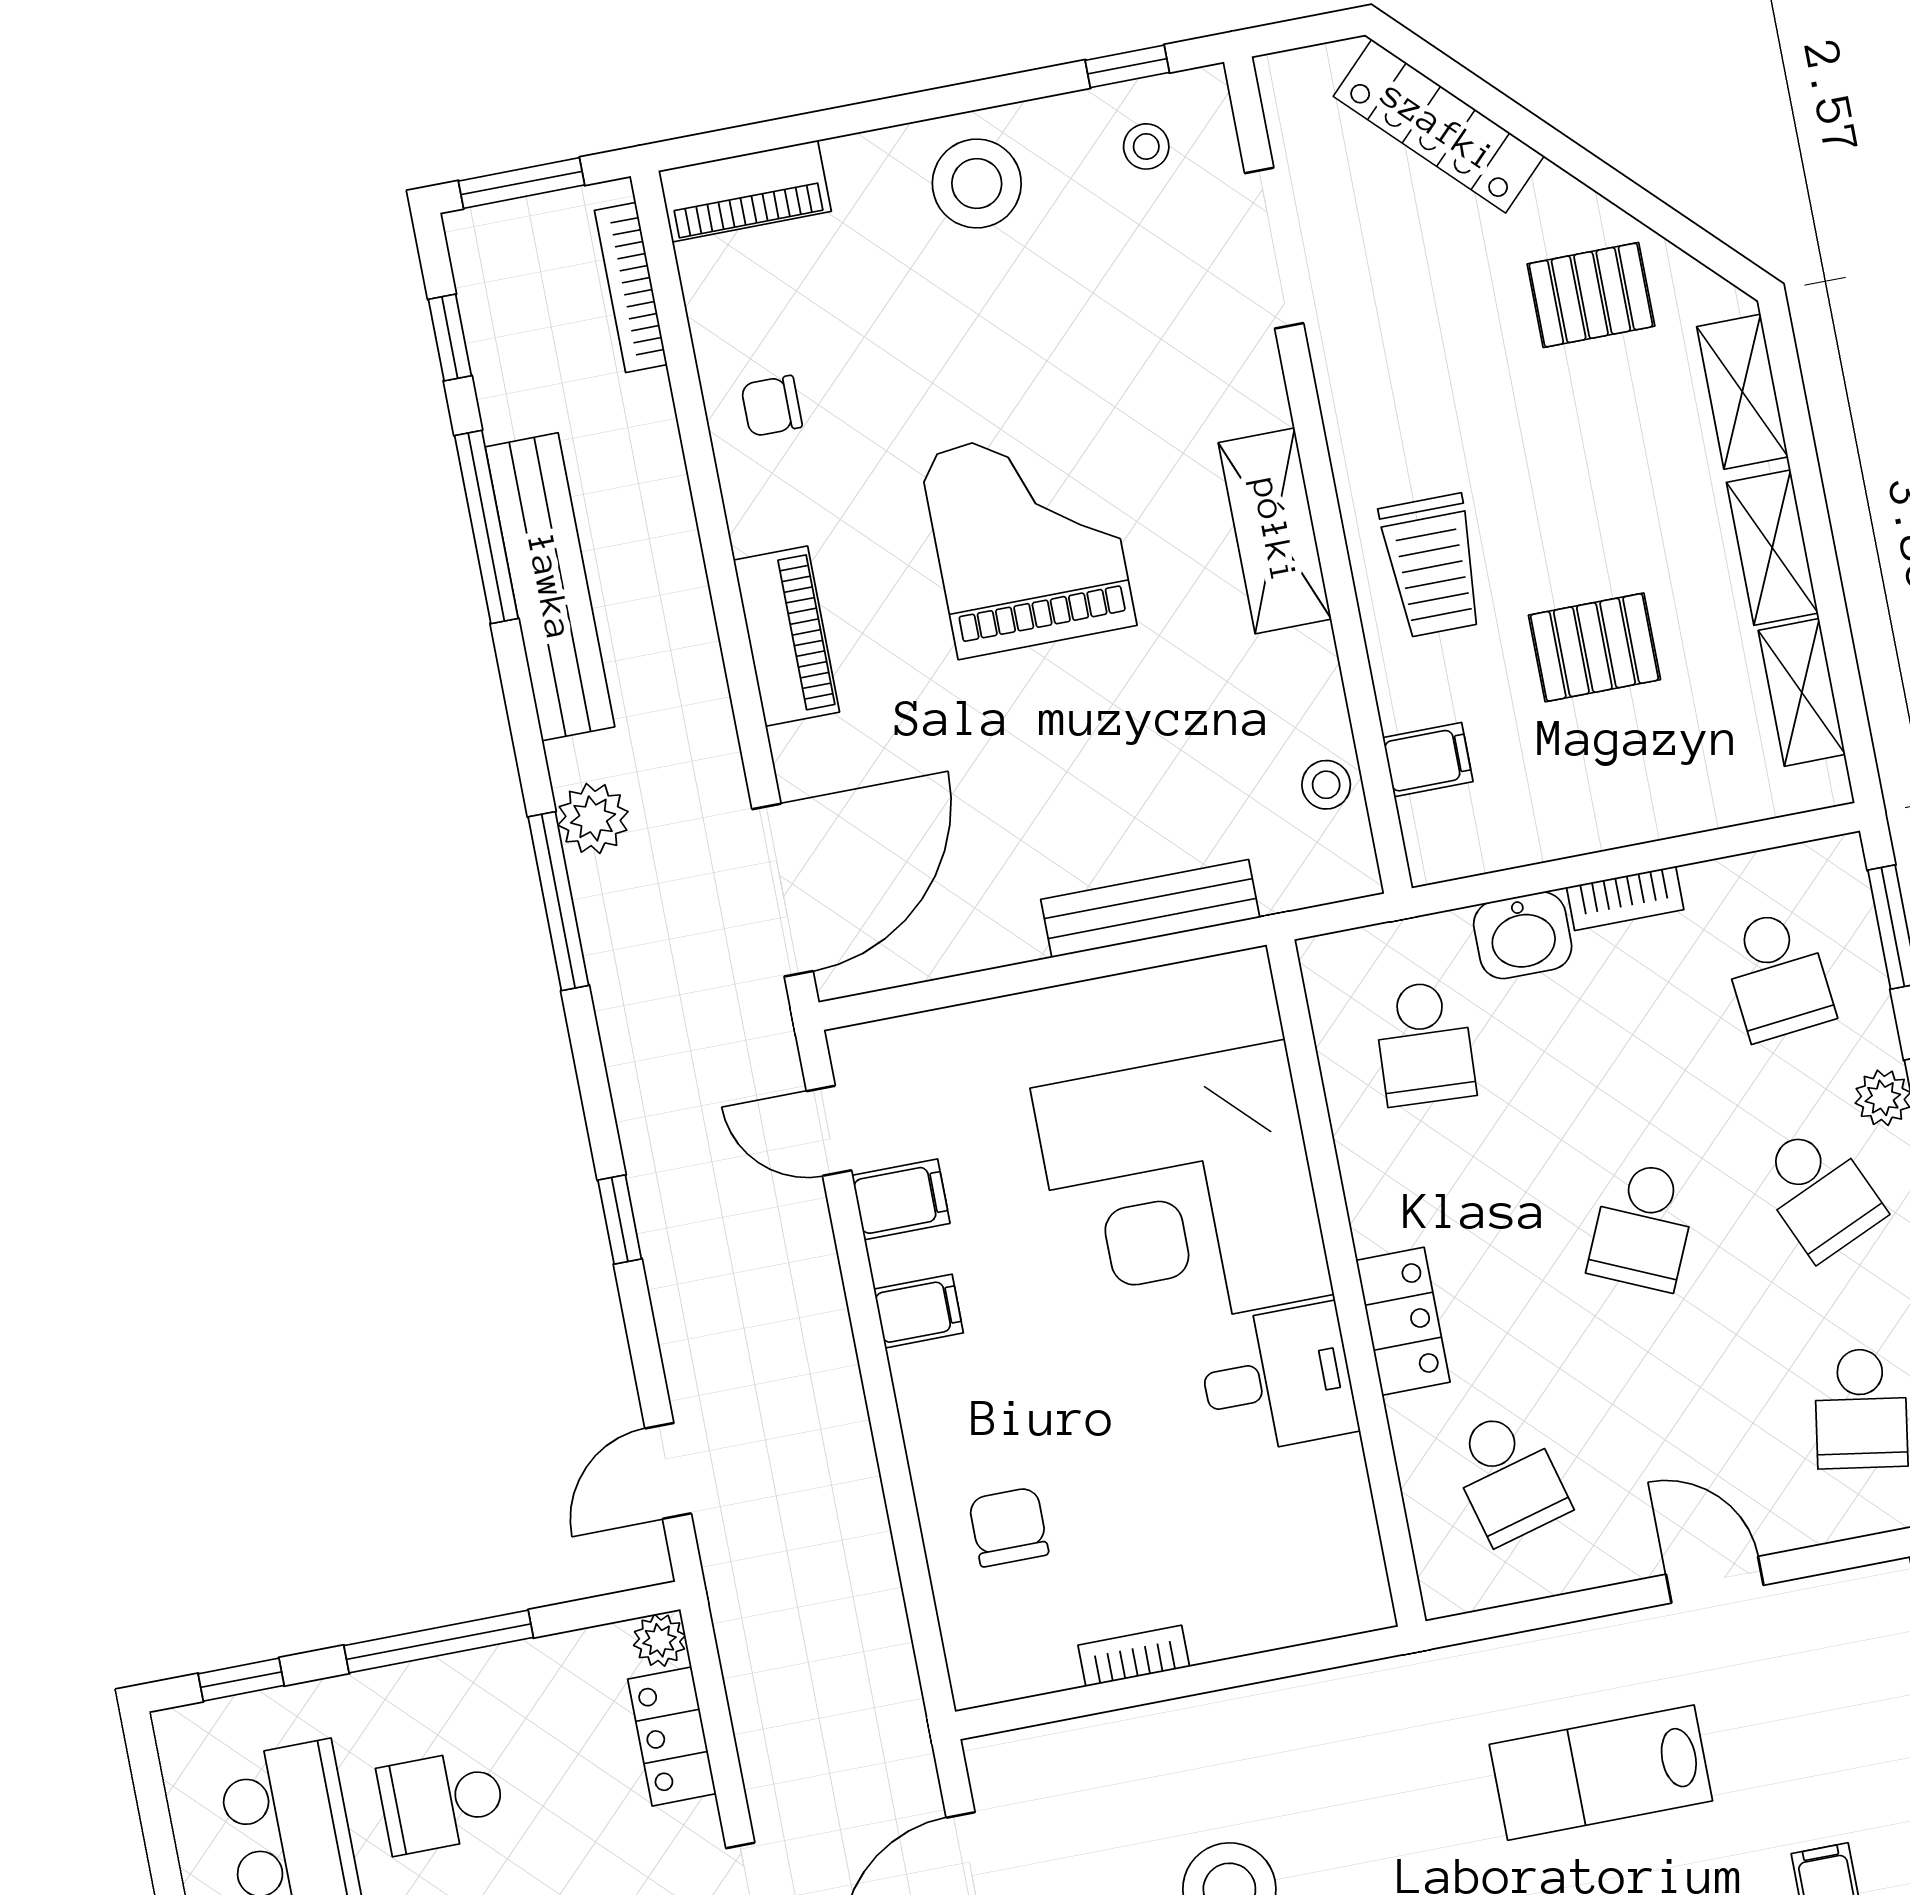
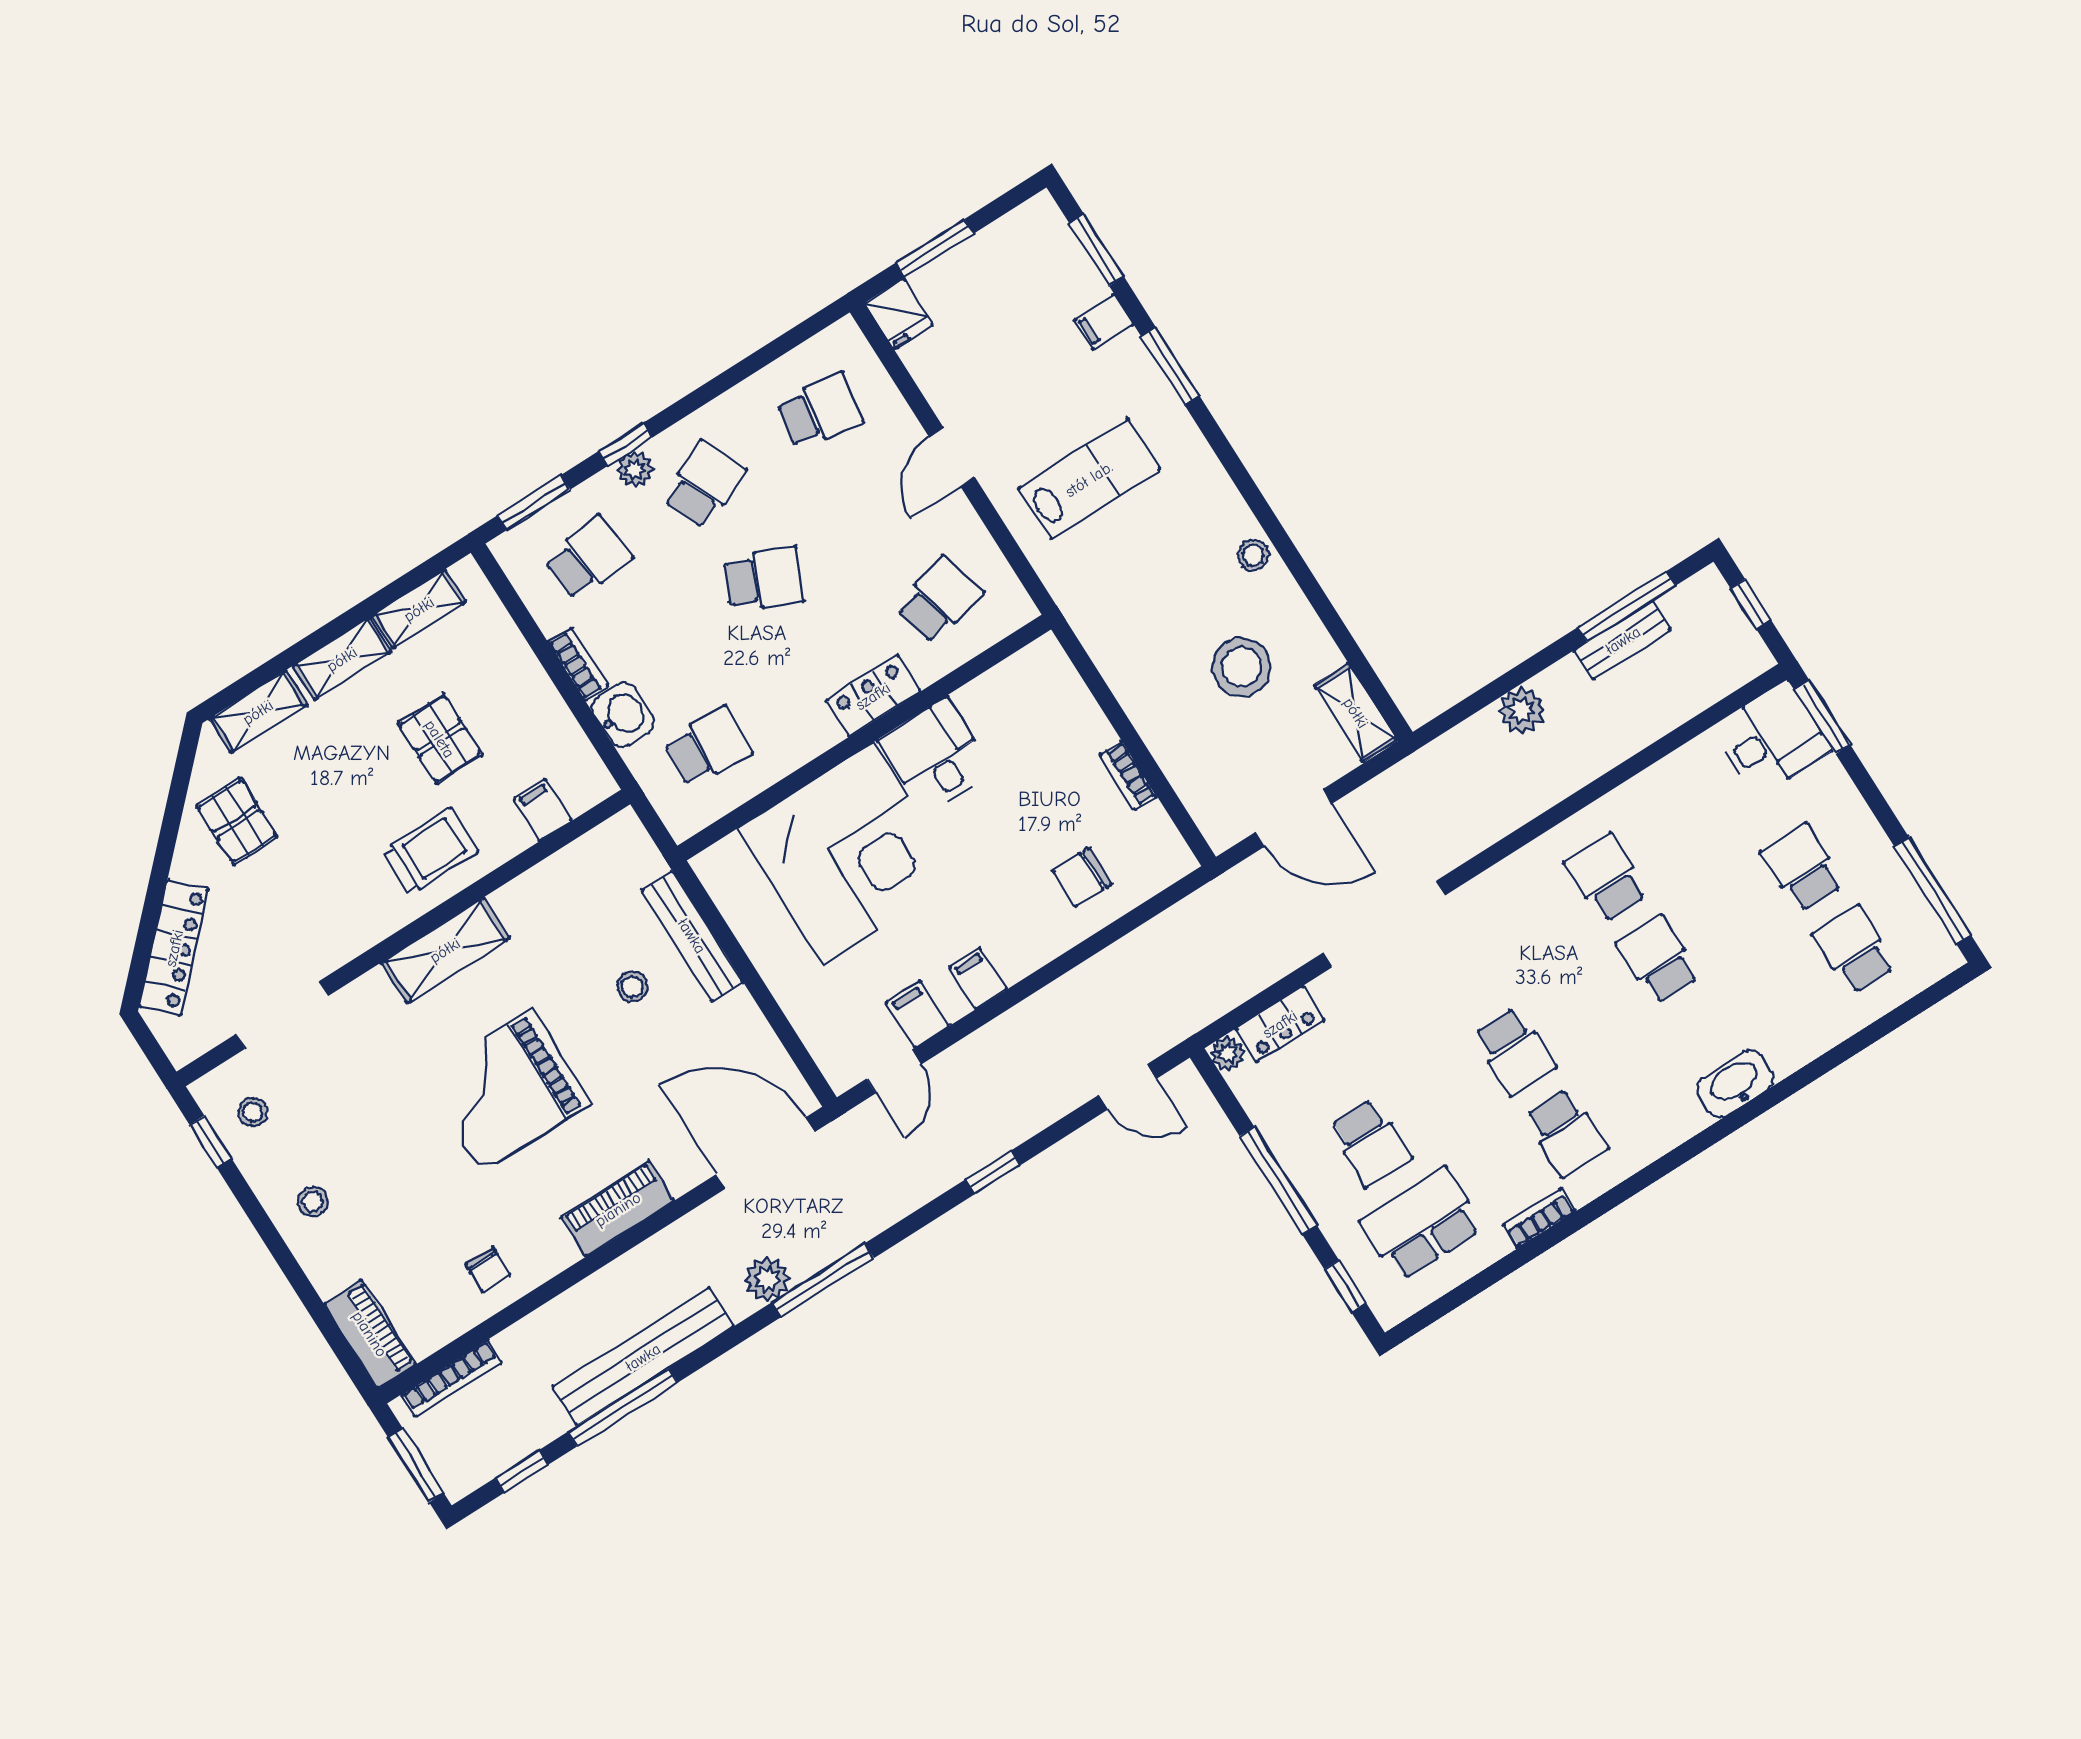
stool: (977, 184) -> (312, 1202), width x0.53, depth x0.53
stool: (1326, 785) -> (632, 987), moved
lab bench: (1601, 1773) -> (1089, 479), turned -90

